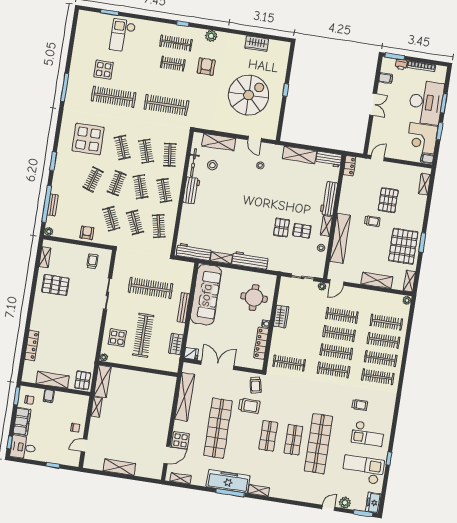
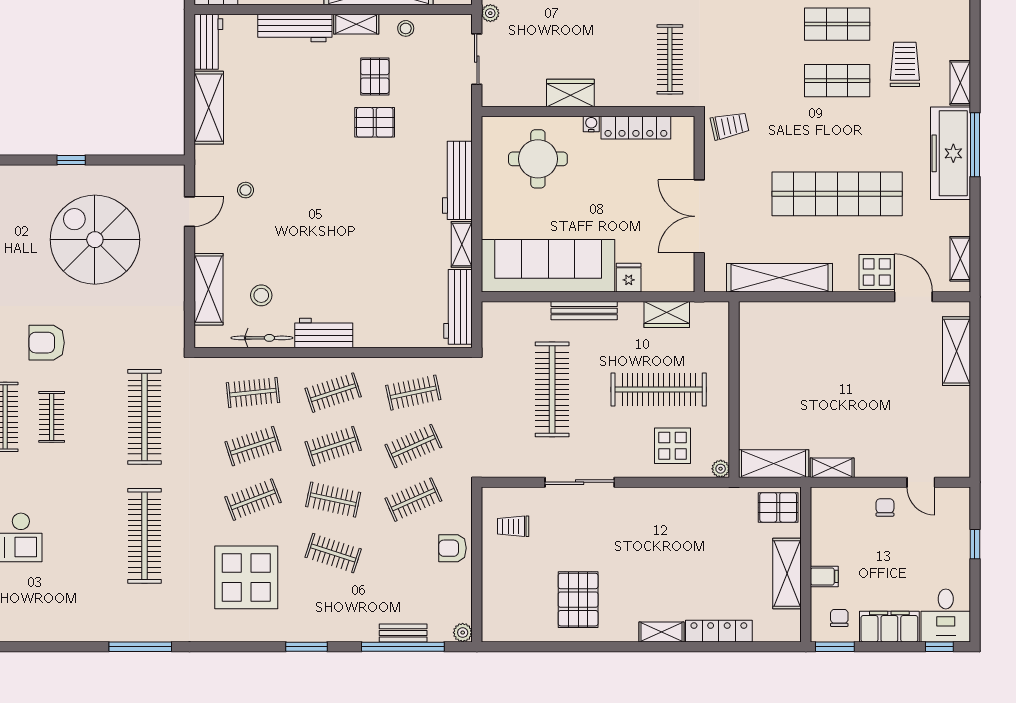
display table: (104, 70) -> (88, 567), removed
shelving: (45, 257) -> (661, 632), moved
fridge: (191, 354) -> (629, 278), moved
trolley: (249, 406) -> (905, 64), moved
shelving: (119, 467) -> (957, 351), moved

